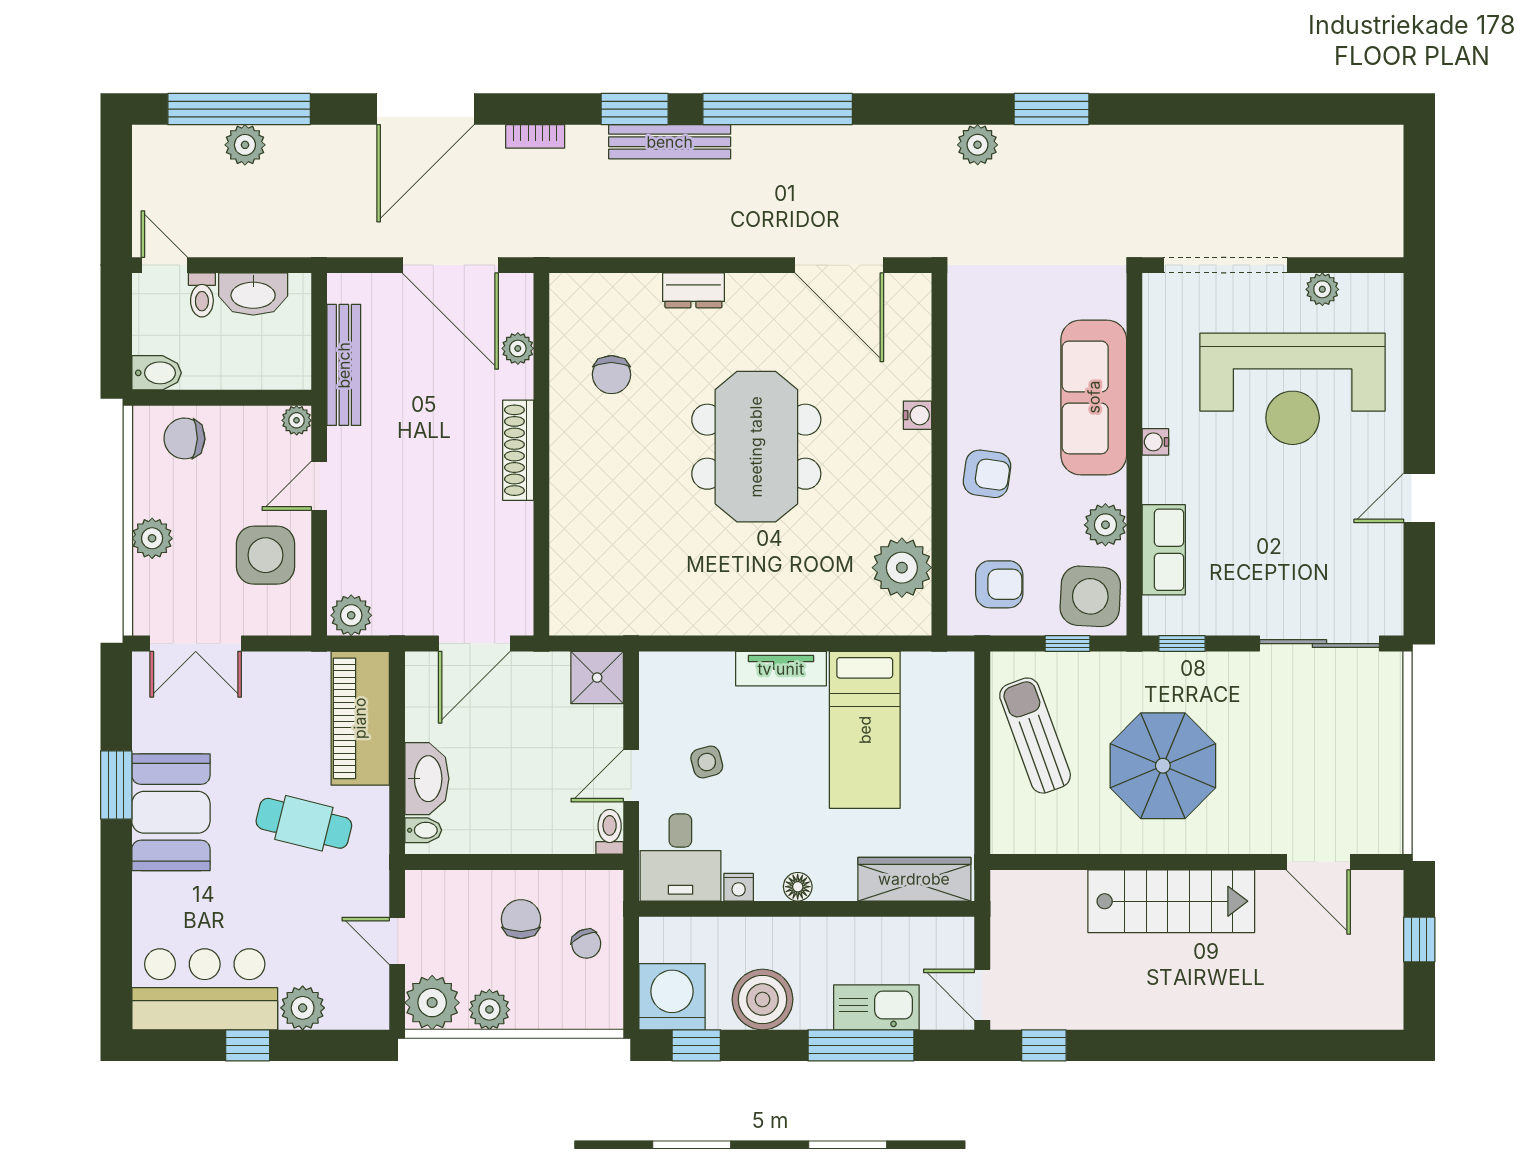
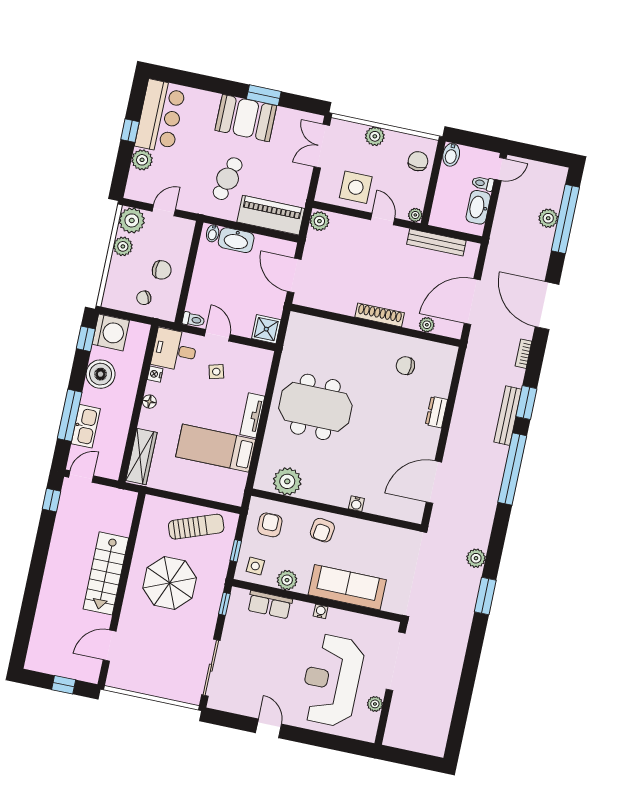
meeting table: (756, 447) -> (315, 407), moved
armchair: (999, 584) -> (270, 525), turned 180
side table: (1090, 596) -> (255, 566), width x0.54, depth x0.54

